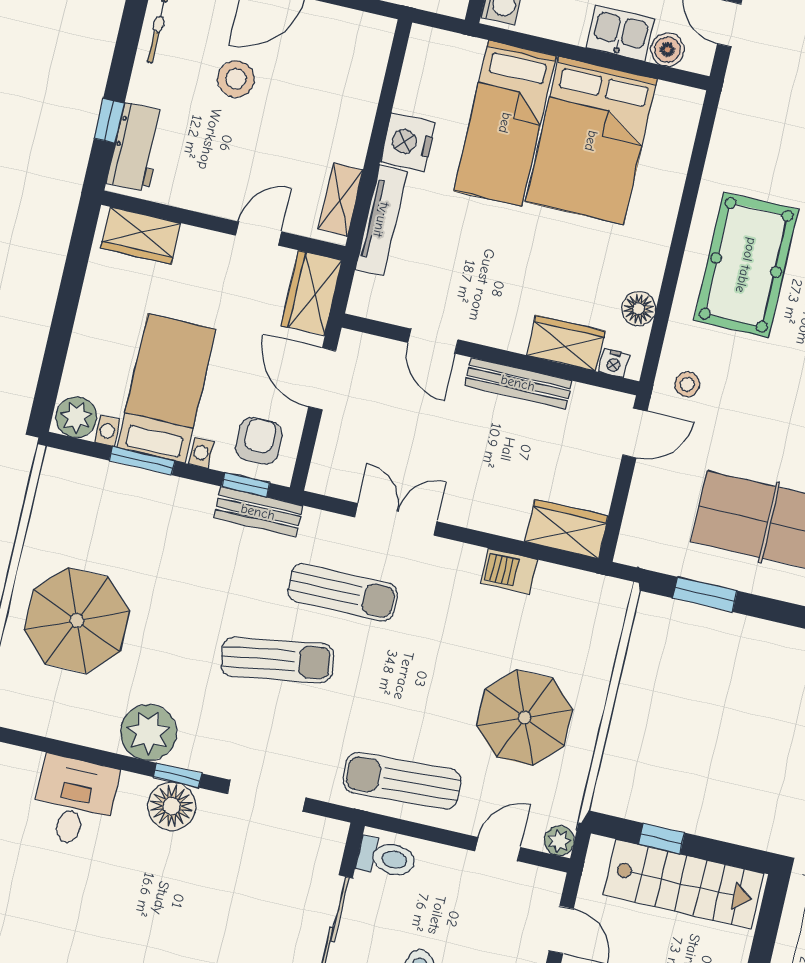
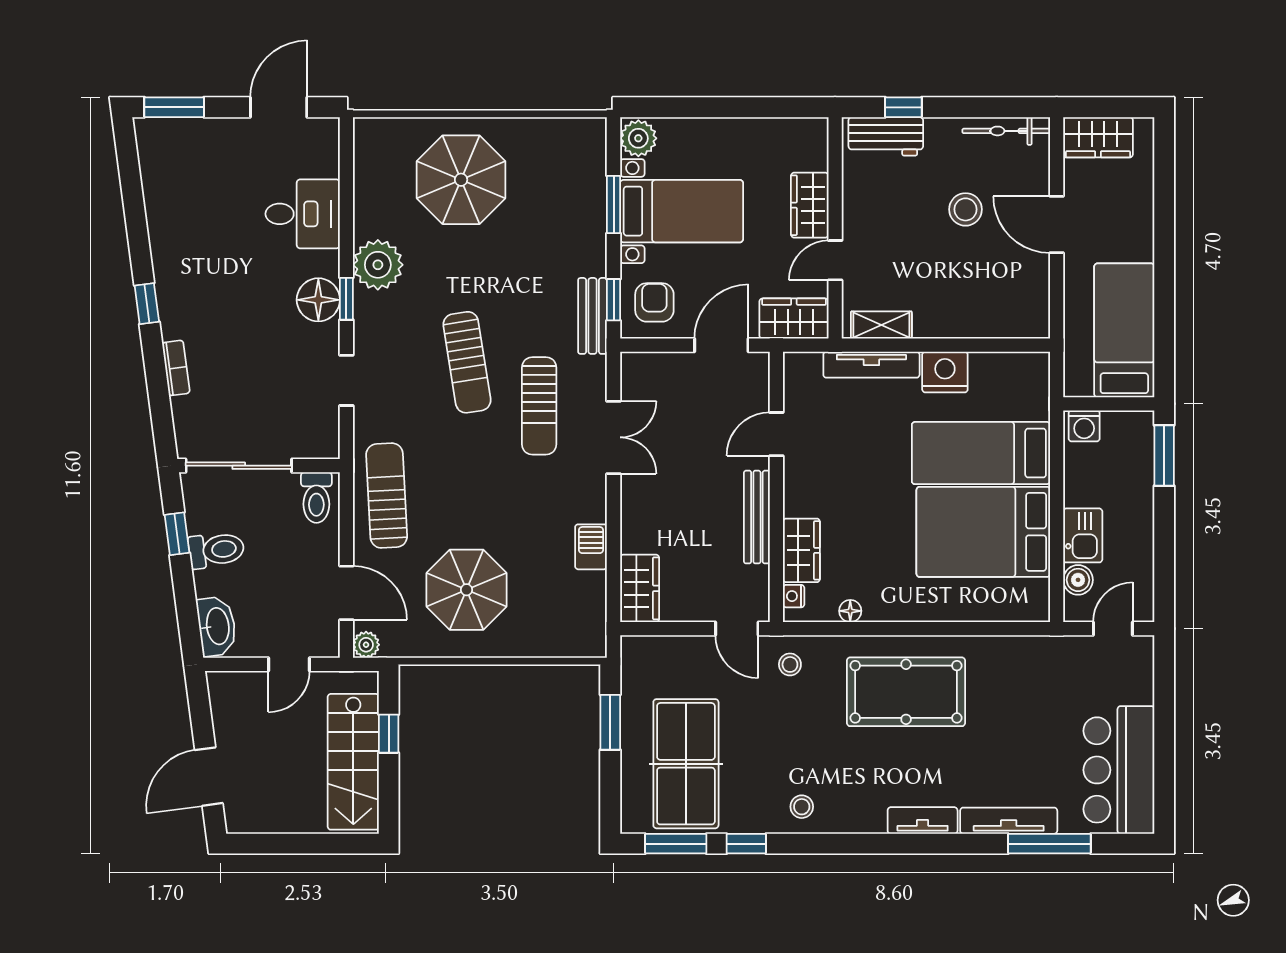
door: (259, 234) -> (835, 260), swing flipped
wardrobe: (141, 235) -> (810, 205), moved
floor lamp: (639, 309) -> (850, 611), width x0.73, depth x0.73
armchair: (259, 441) -> (654, 302), turned -90
doorway: (267, 796) -> (346, 380), width x0.73
door: (498, 849) -> (346, 593), width x1.38

